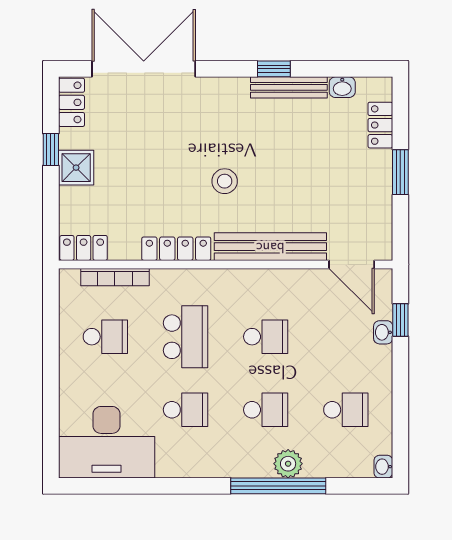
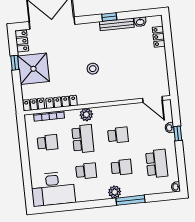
shower: (76, 168) -> (33, 69), width x1.86, depth x1.86
window: (400, 172) -> (170, 56), removed
bench: (270, 247) -> (116, 95), removed
locker: (176, 249) -> (62, 102), moved
plant: (199, 283) -> (86, 115), added
window: (400, 320) -> (178, 133), moved
school desk: (346, 410) -> (157, 164), width x1.85
plant: (288, 464) -> (115, 192), moved
window: (278, 486) -> (130, 200), width x0.68

